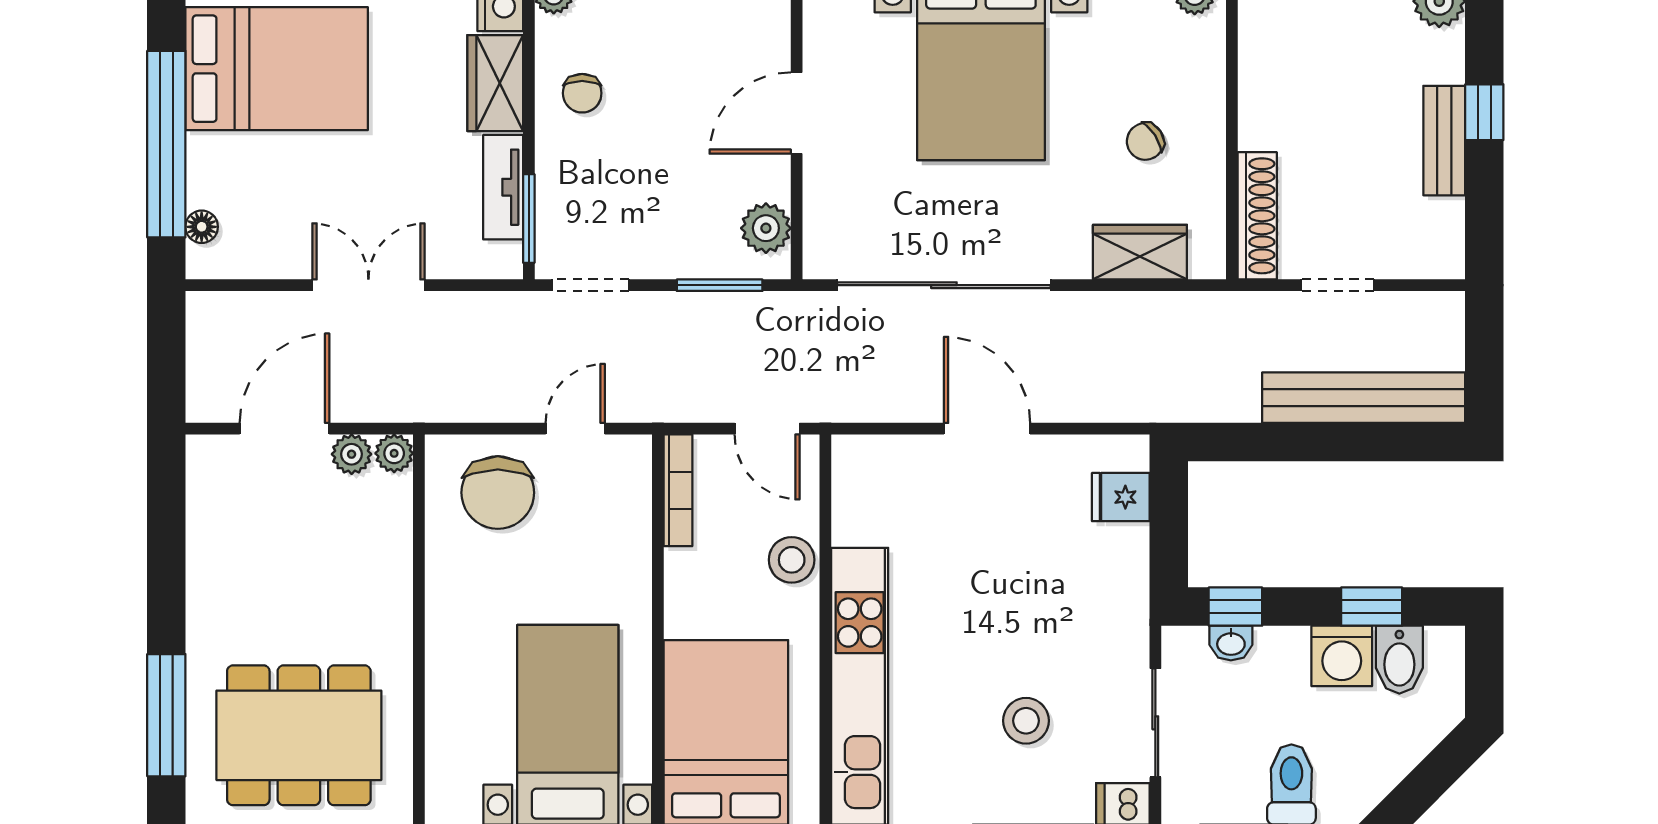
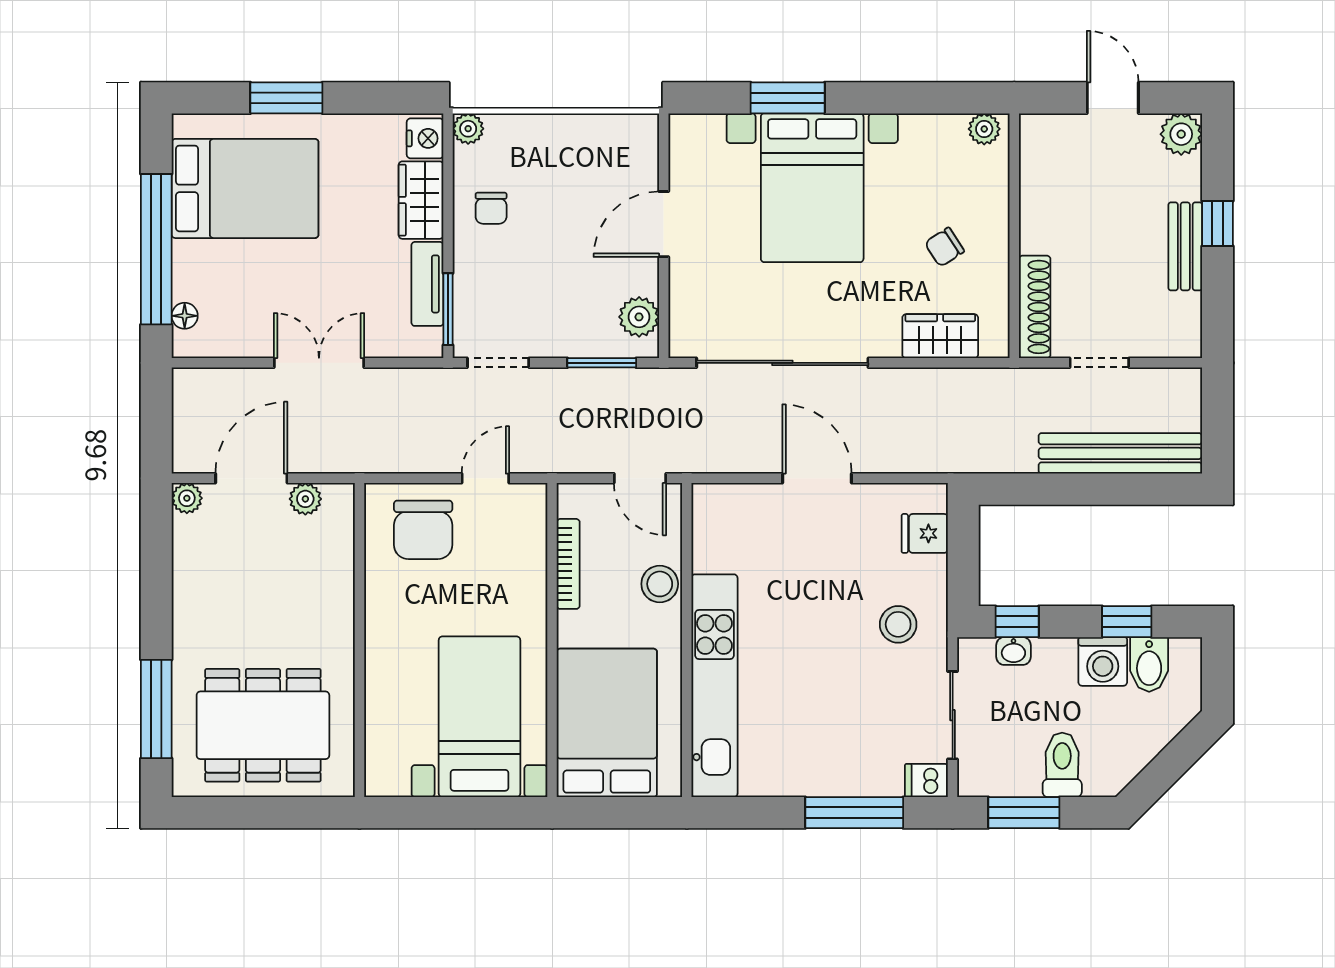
plant: (394, 453) -> (187, 498), moved
bookcase: (678, 490) -> (568, 564), moved
stool: (1026, 721) -> (898, 624), moved

